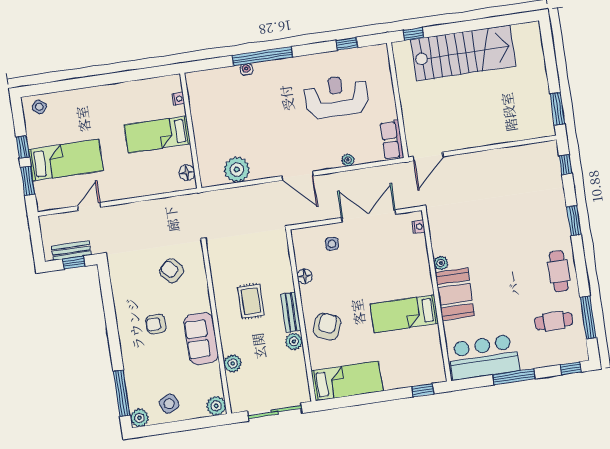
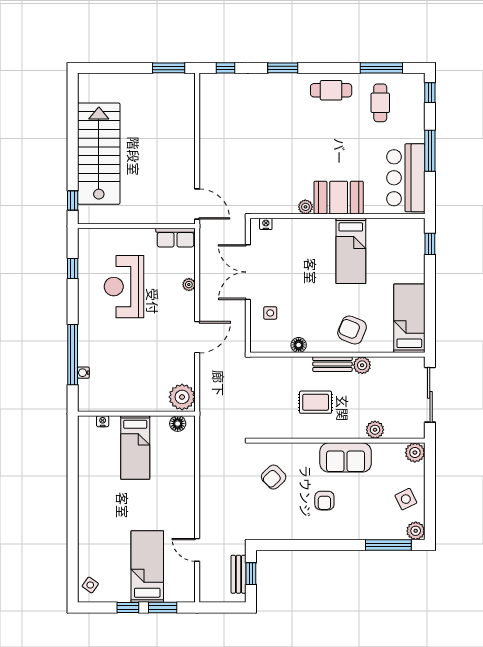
nightstand: (178, 99) -> (103, 421), moved
wall: (191, 131) -> (136, 414), moved
bed: (157, 134) -> (135, 448), moved
floor lamp: (187, 173) -> (178, 424), moved

